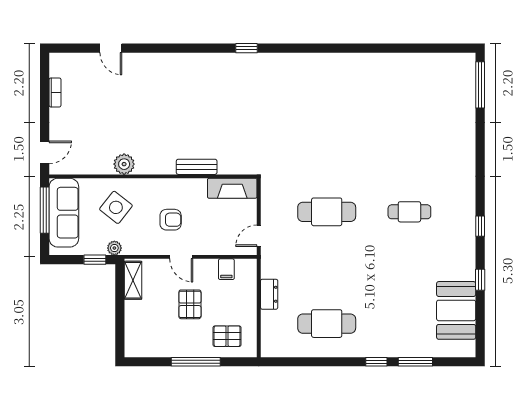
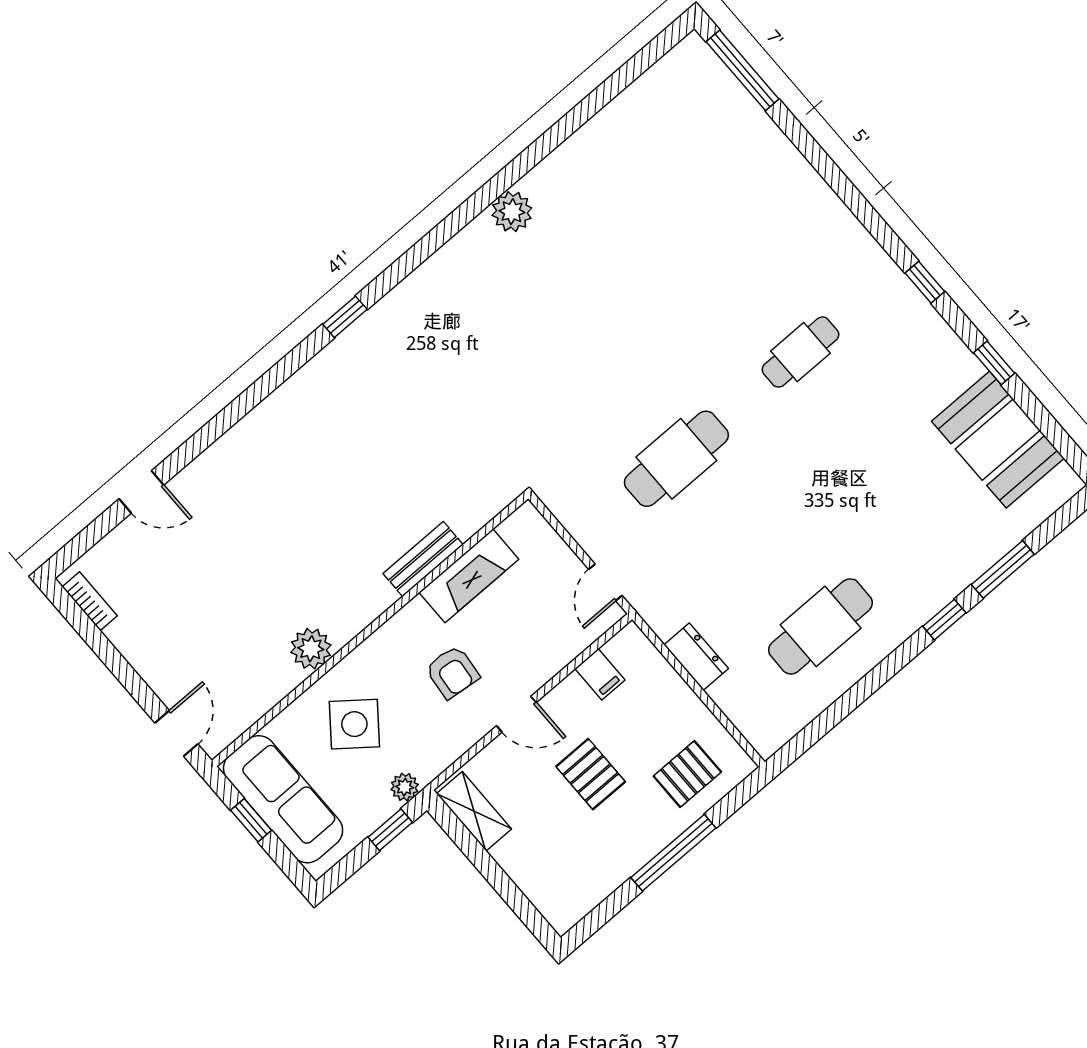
plant: (345, 63) -> (512, 212), added
bookcase: (55, 92) -> (90, 601), moved
fireplace: (232, 188) -> (469, 576), moved
window: (45, 210) -> (251, 820), width x0.46
armchair: (171, 220) -> (452, 672), turned 96

